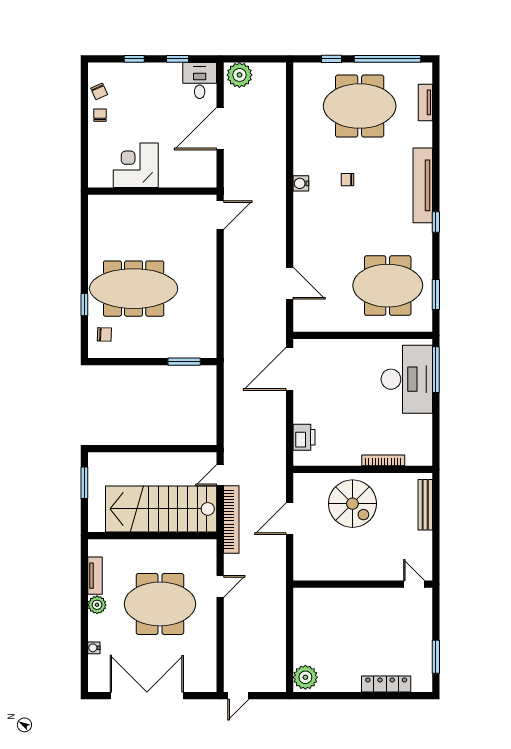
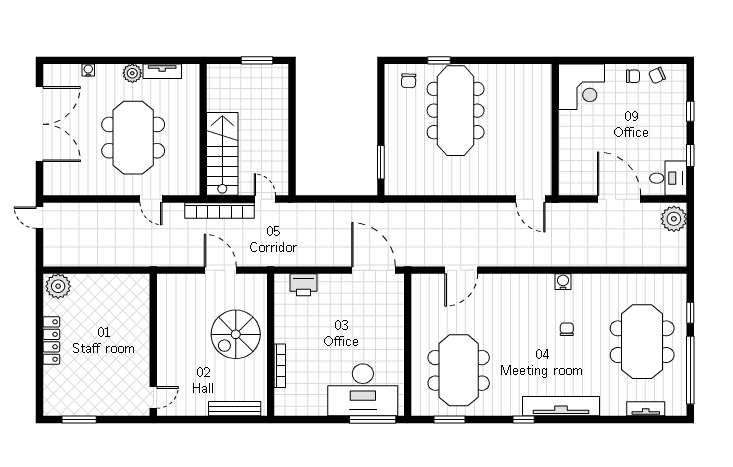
corner desk: (136, 165) -> (582, 87), moved, turned 90
stairs: (161, 509) -> (222, 154), width x0.73, depth x0.66
locker: (386, 684) -> (51, 341), moved

